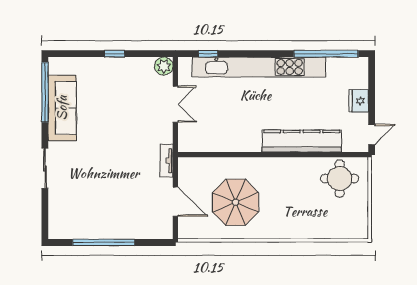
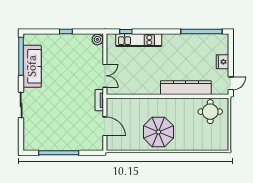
kitchen unit: (259, 67) -> (139, 40), width x0.54
double door: (175, 104) -> (105, 76), moved
parasol: (236, 202) -> (158, 132), moved

